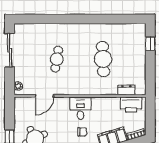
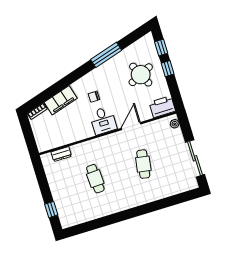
cafe table: (103, 59) -> (95, 179), width x0.73, depth x0.74
door: (45, 96) -> (131, 126), moved
printer: (131, 105) -> (162, 107), moved

